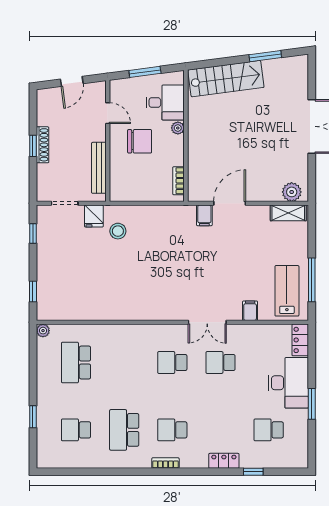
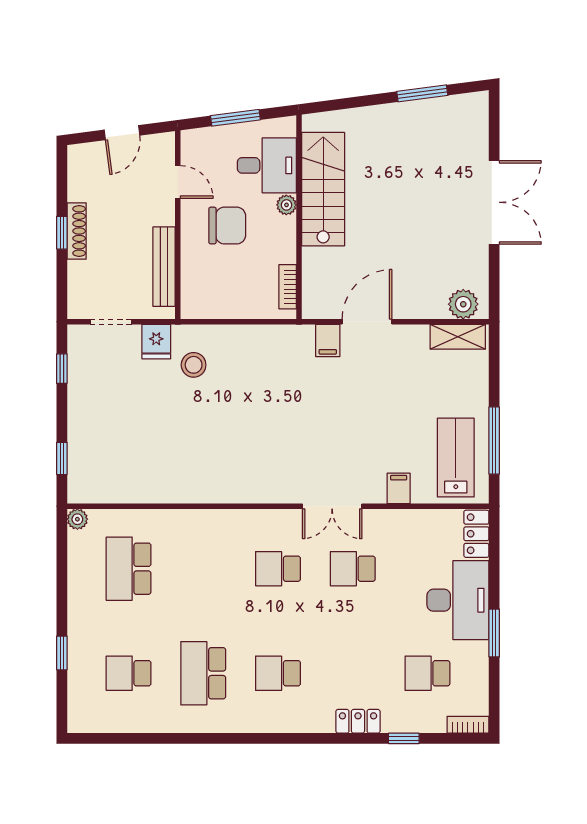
stairs: (226, 79) -> (323, 189), moved, turned -83
bookcase: (165, 463) -> (468, 725), moved

